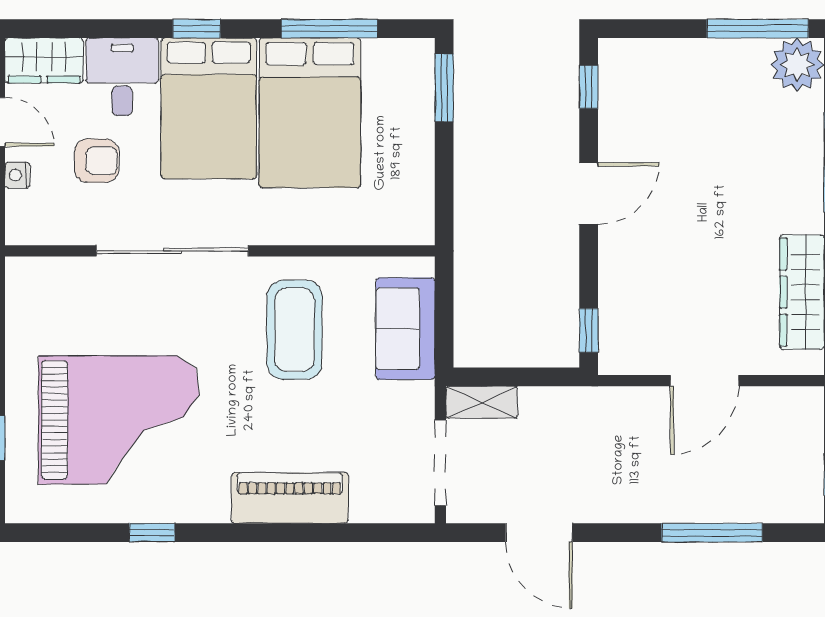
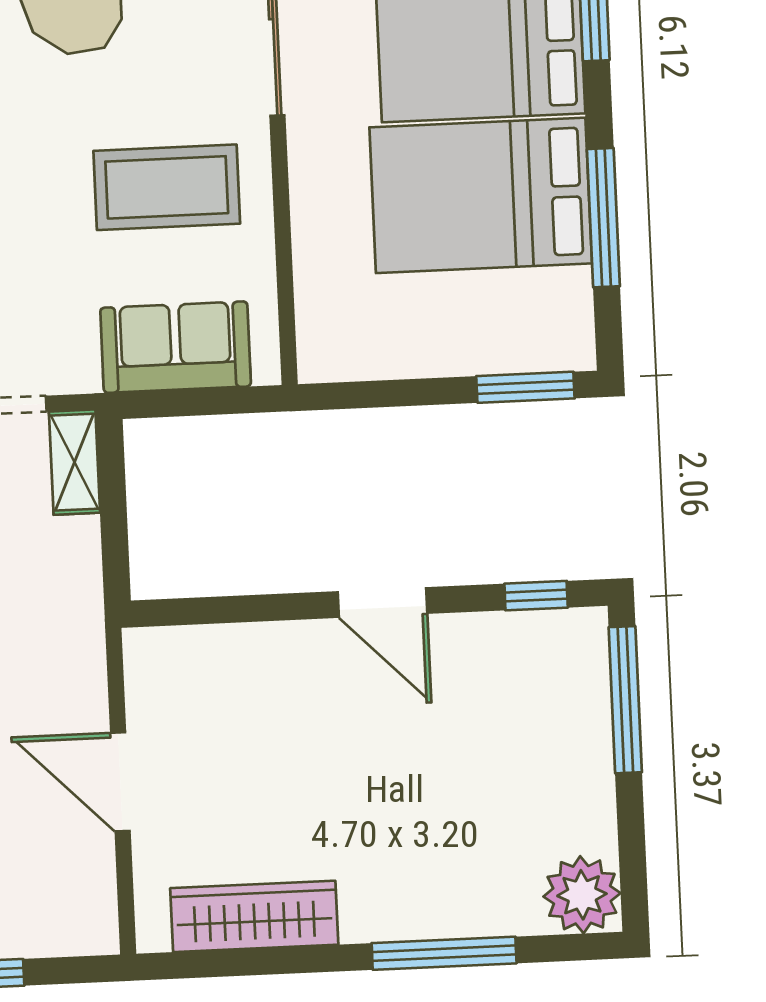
window: (758, 29) -> (625, 700), moved
window: (589, 330) -> (185, 612), removed

